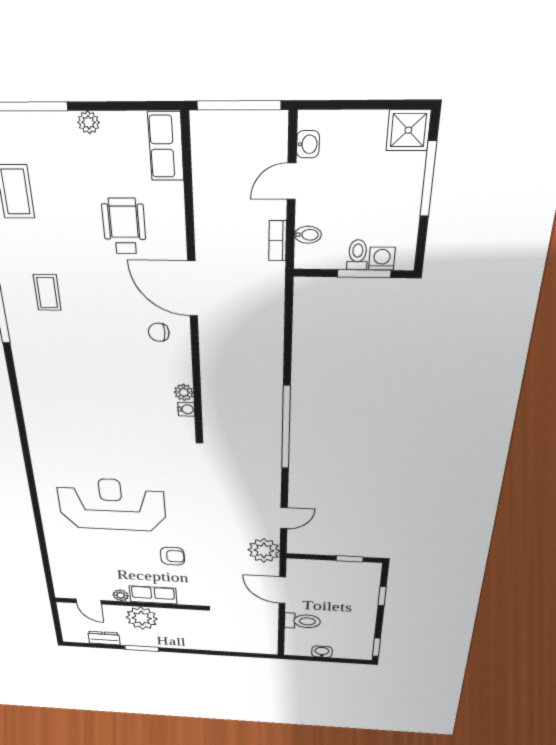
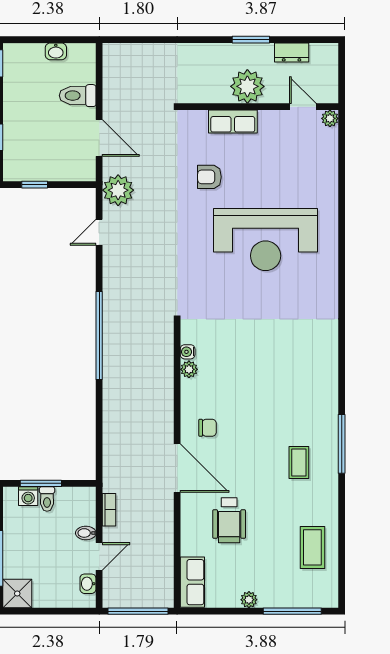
bidet: (308, 235) -> (86, 533), moved
plant: (121, 595) -> (330, 118), moved

